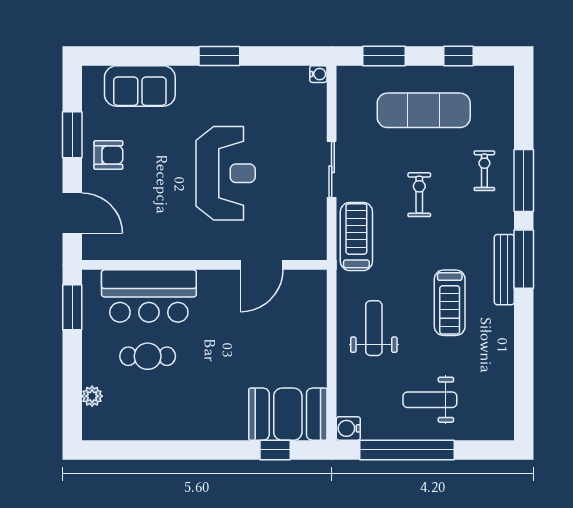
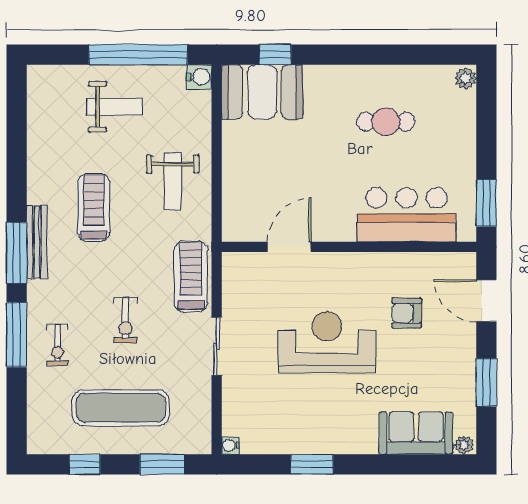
window: (219, 56) -> (312, 464), moved
plant: (94, 75) -> (464, 445), added
armchair: (108, 155) -> (407, 313), moved
reception desk: (226, 173) -> (327, 342), turned 90
treadmill: (356, 236) -> (191, 277), turned 180
cafe table: (148, 356) -> (386, 122), moved
plant: (92, 396) -> (466, 78), moved

